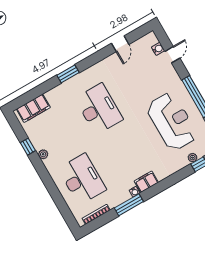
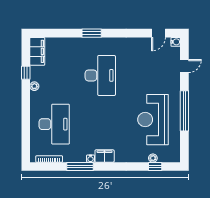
door: (120, 44) -> (158, 33), moved
water cooler: (158, 49) -> (176, 42), moved
filing cabinet: (33, 108) -> (37, 51), moved, turned -90
reception desk: (172, 122) -> (153, 120), turned 180

